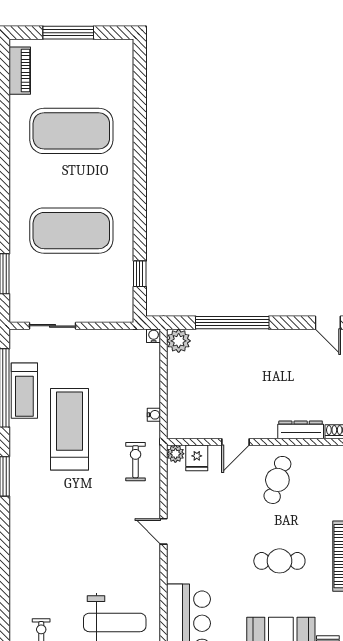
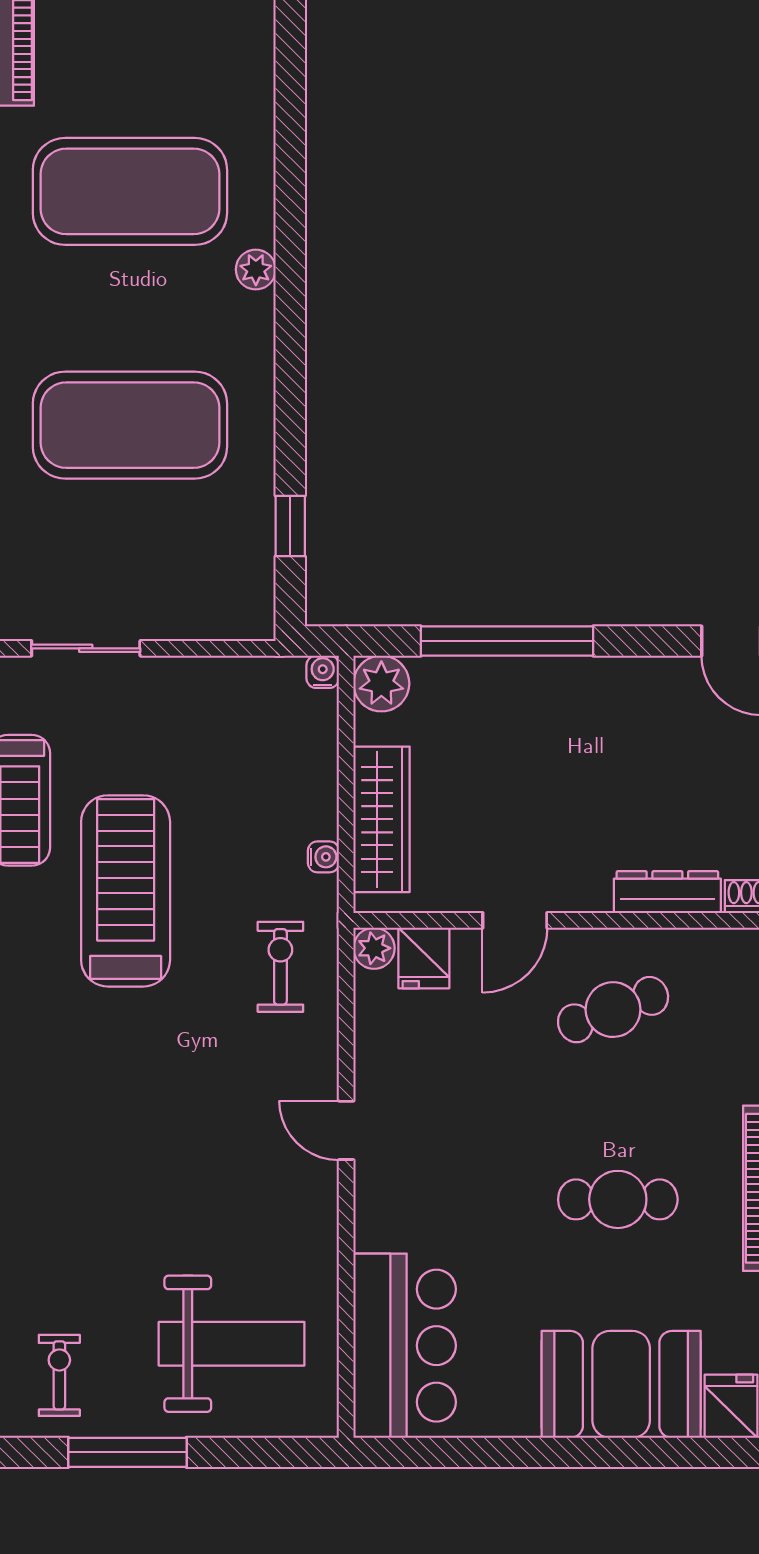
plant: (125, 164) -> (256, 270), added
wardrobe: (179, 399) -> (382, 819), added
cafe table: (277, 480) -> (613, 1010), turned 52

